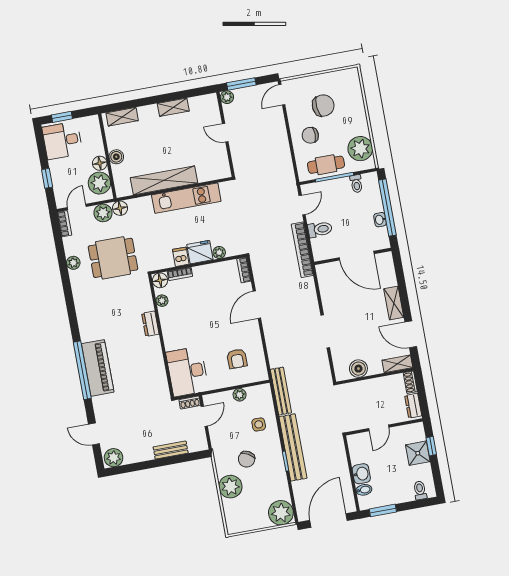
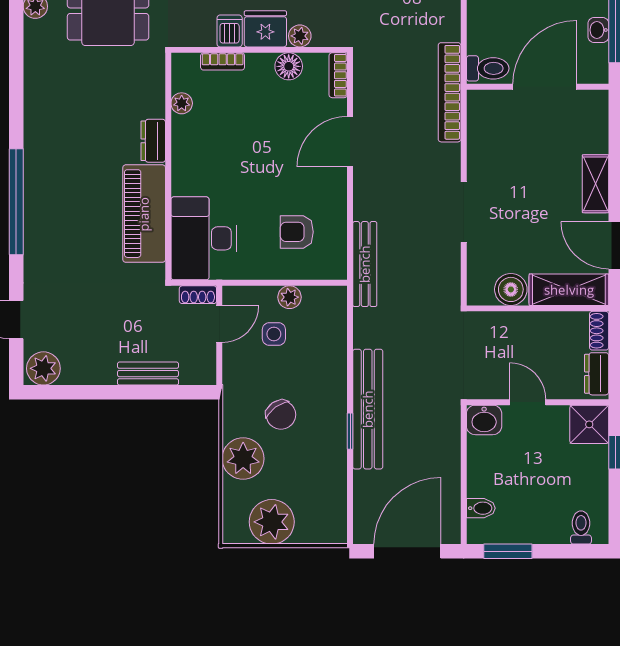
toilet: (320, 229) -> (488, 68), moved
bookcase: (302, 250) -> (450, 92), moved
door: (357, 256) -> (545, 87), swing flipped
floor lamp: (160, 280) -> (289, 66), moved
armchair: (237, 359) -> (297, 232), turned 90
shelving: (397, 364) -> (569, 290), width x1.50, depth x1.33
piano: (98, 368) -> (144, 214), moved, turned 180
bench: (281, 391) -> (365, 264), moved
side table: (259, 424) -> (274, 334), moved
door: (379, 428) -> (528, 402), swing flipped
shower: (418, 453) -> (589, 424), moved
chair: (247, 459) -> (281, 415), turned -66
washbasin: (361, 474) -> (484, 420), moved, turned 90
plant: (281, 513) -> (272, 522), moved

